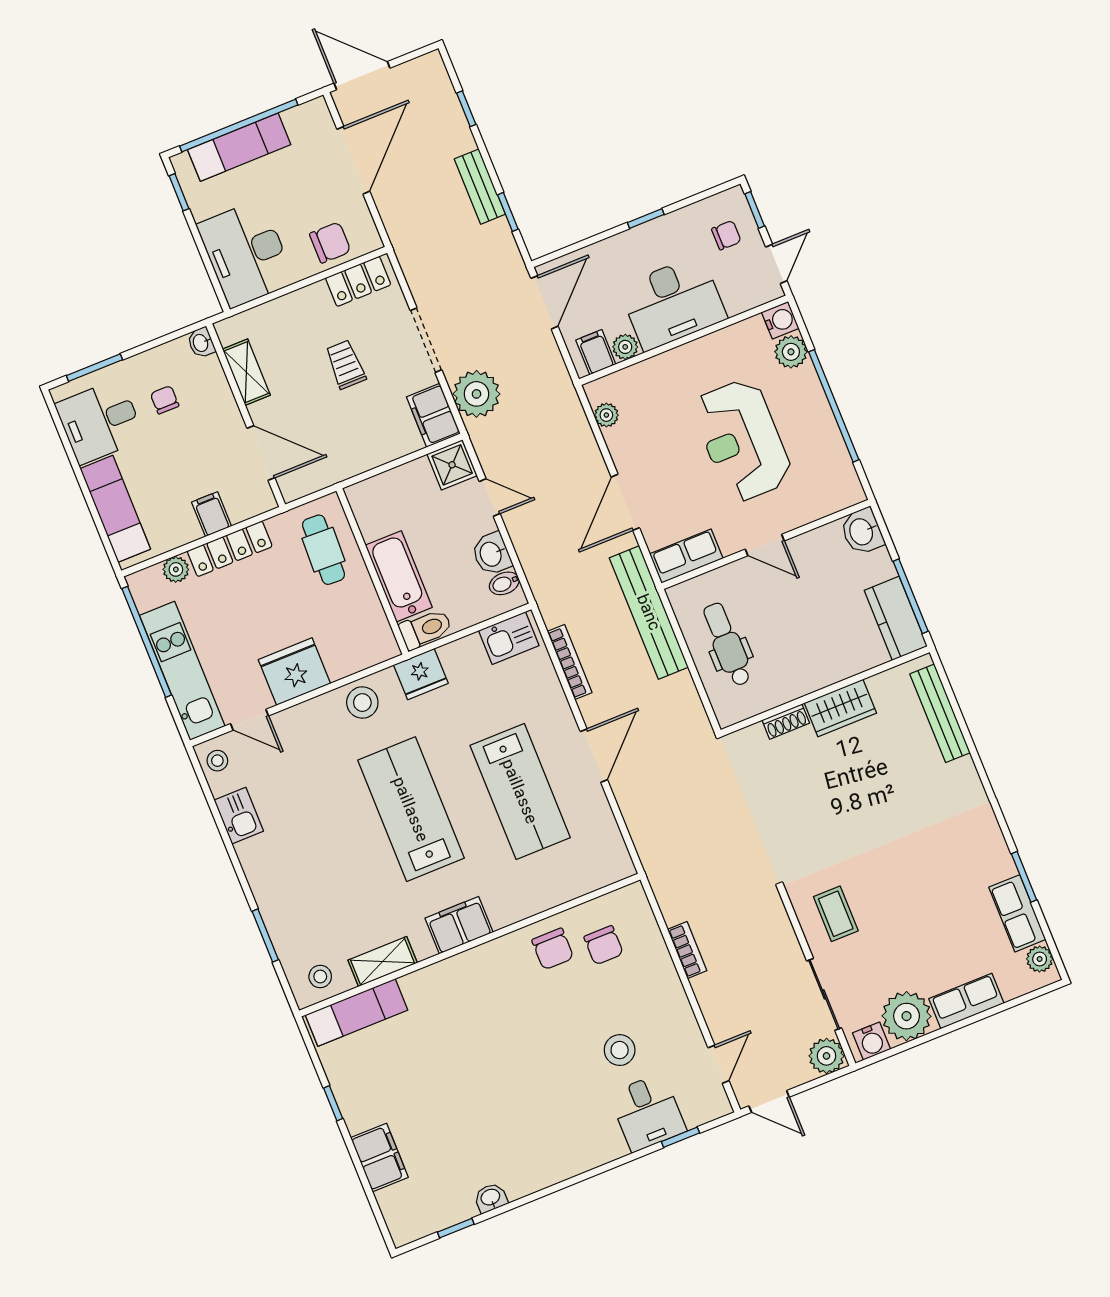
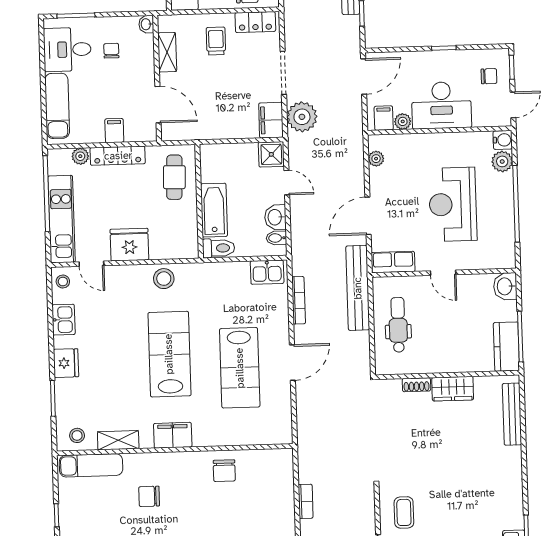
trolley: (346, 365) -> (216, 41), moved
fridge: (421, 674) -> (66, 363), moved, turned -90
chair: (604, 945) -> (149, 496), moved, turned 90

